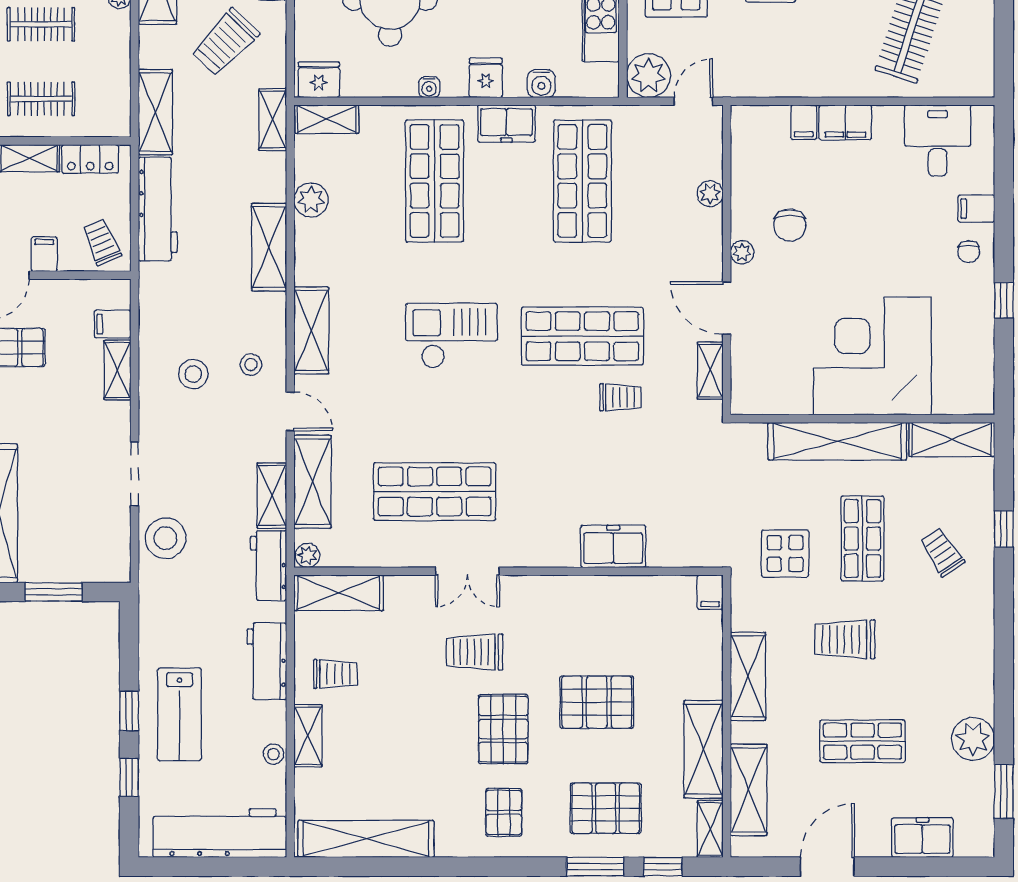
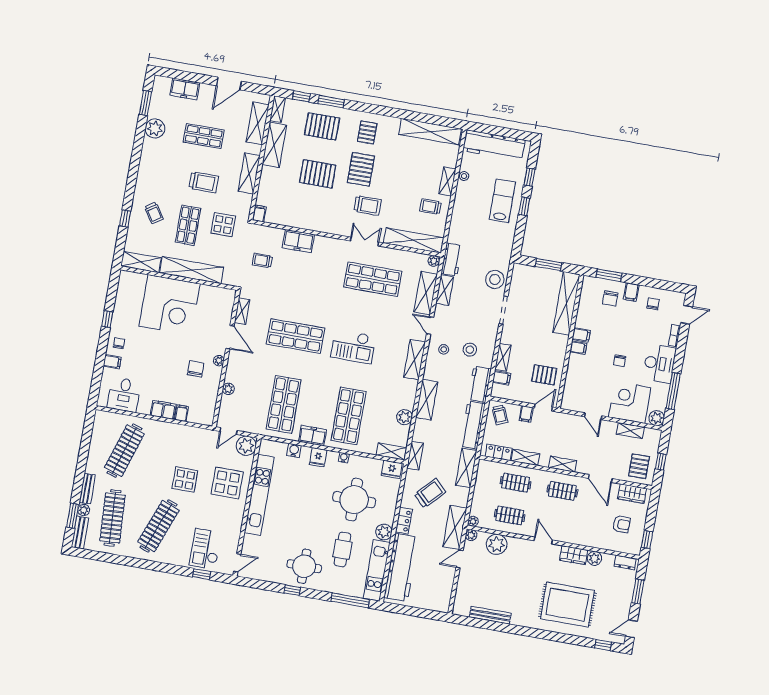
trolley: (621, 397) -> (262, 260), moved
shelving: (339, 593) -> (414, 240), width x1.47
workbench: (267, 661) -> (480, 384), moved, turned 180

